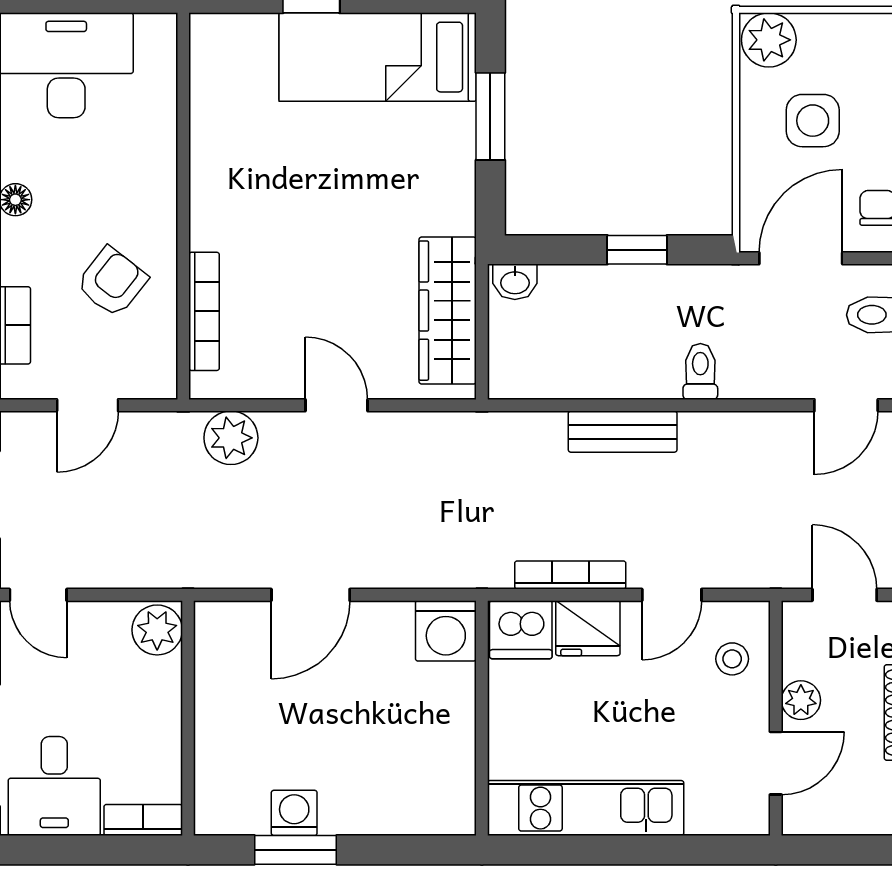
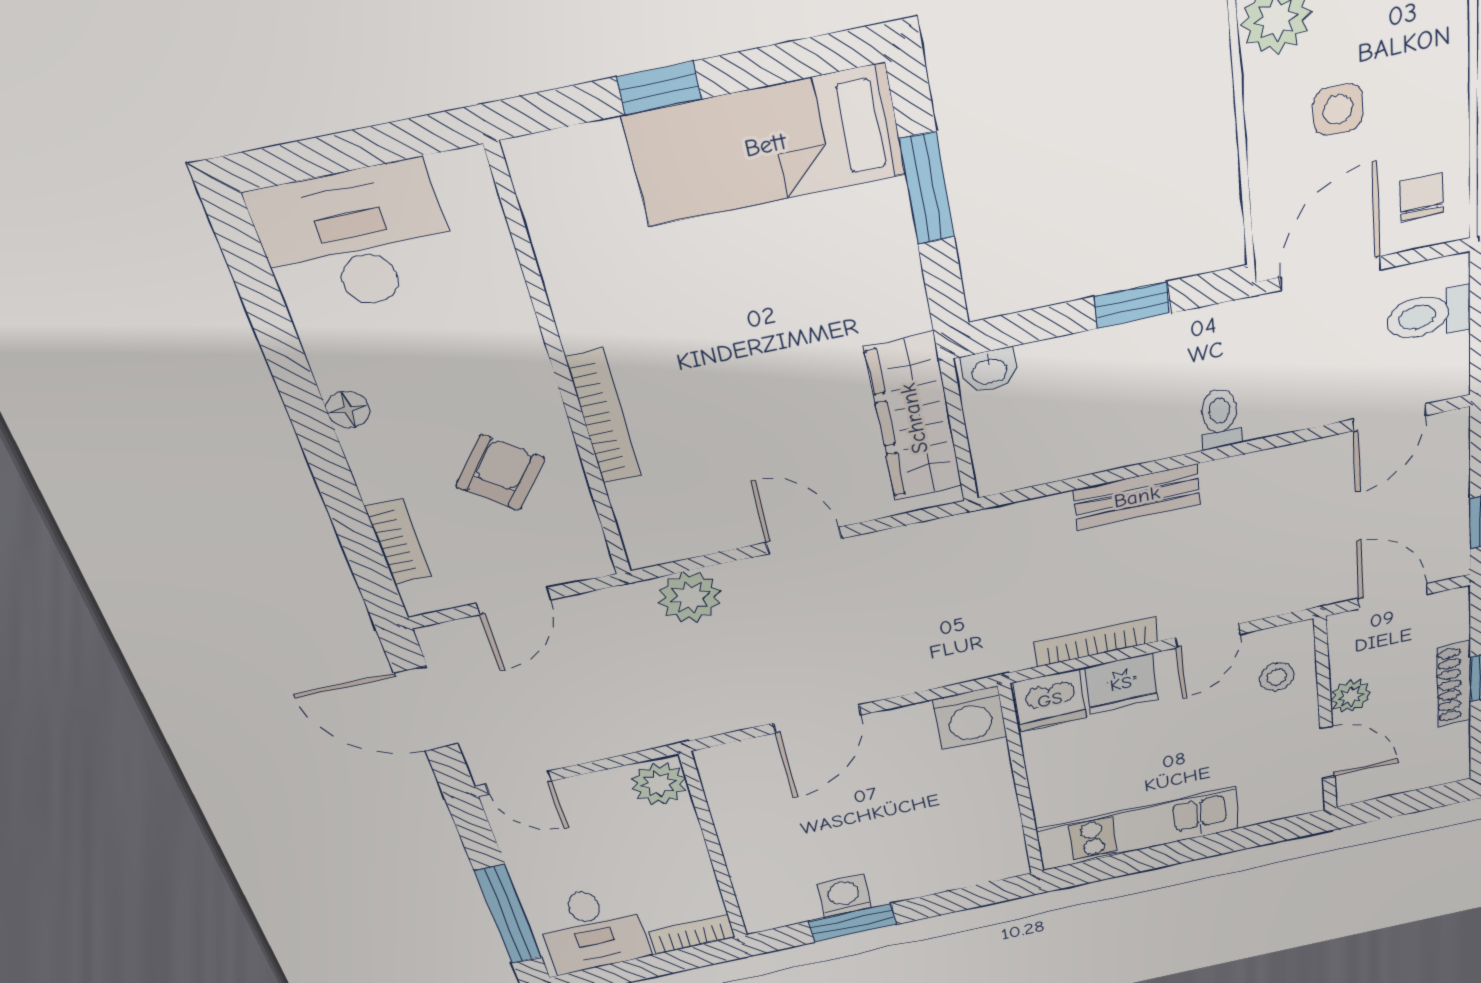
side table: (813, 121) -> (1338, 109), width x0.73, depth x0.73
bookcase: (204, 311) -> (603, 417), moved
door: (776, 763) -> (1327, 752), hinge flipped

